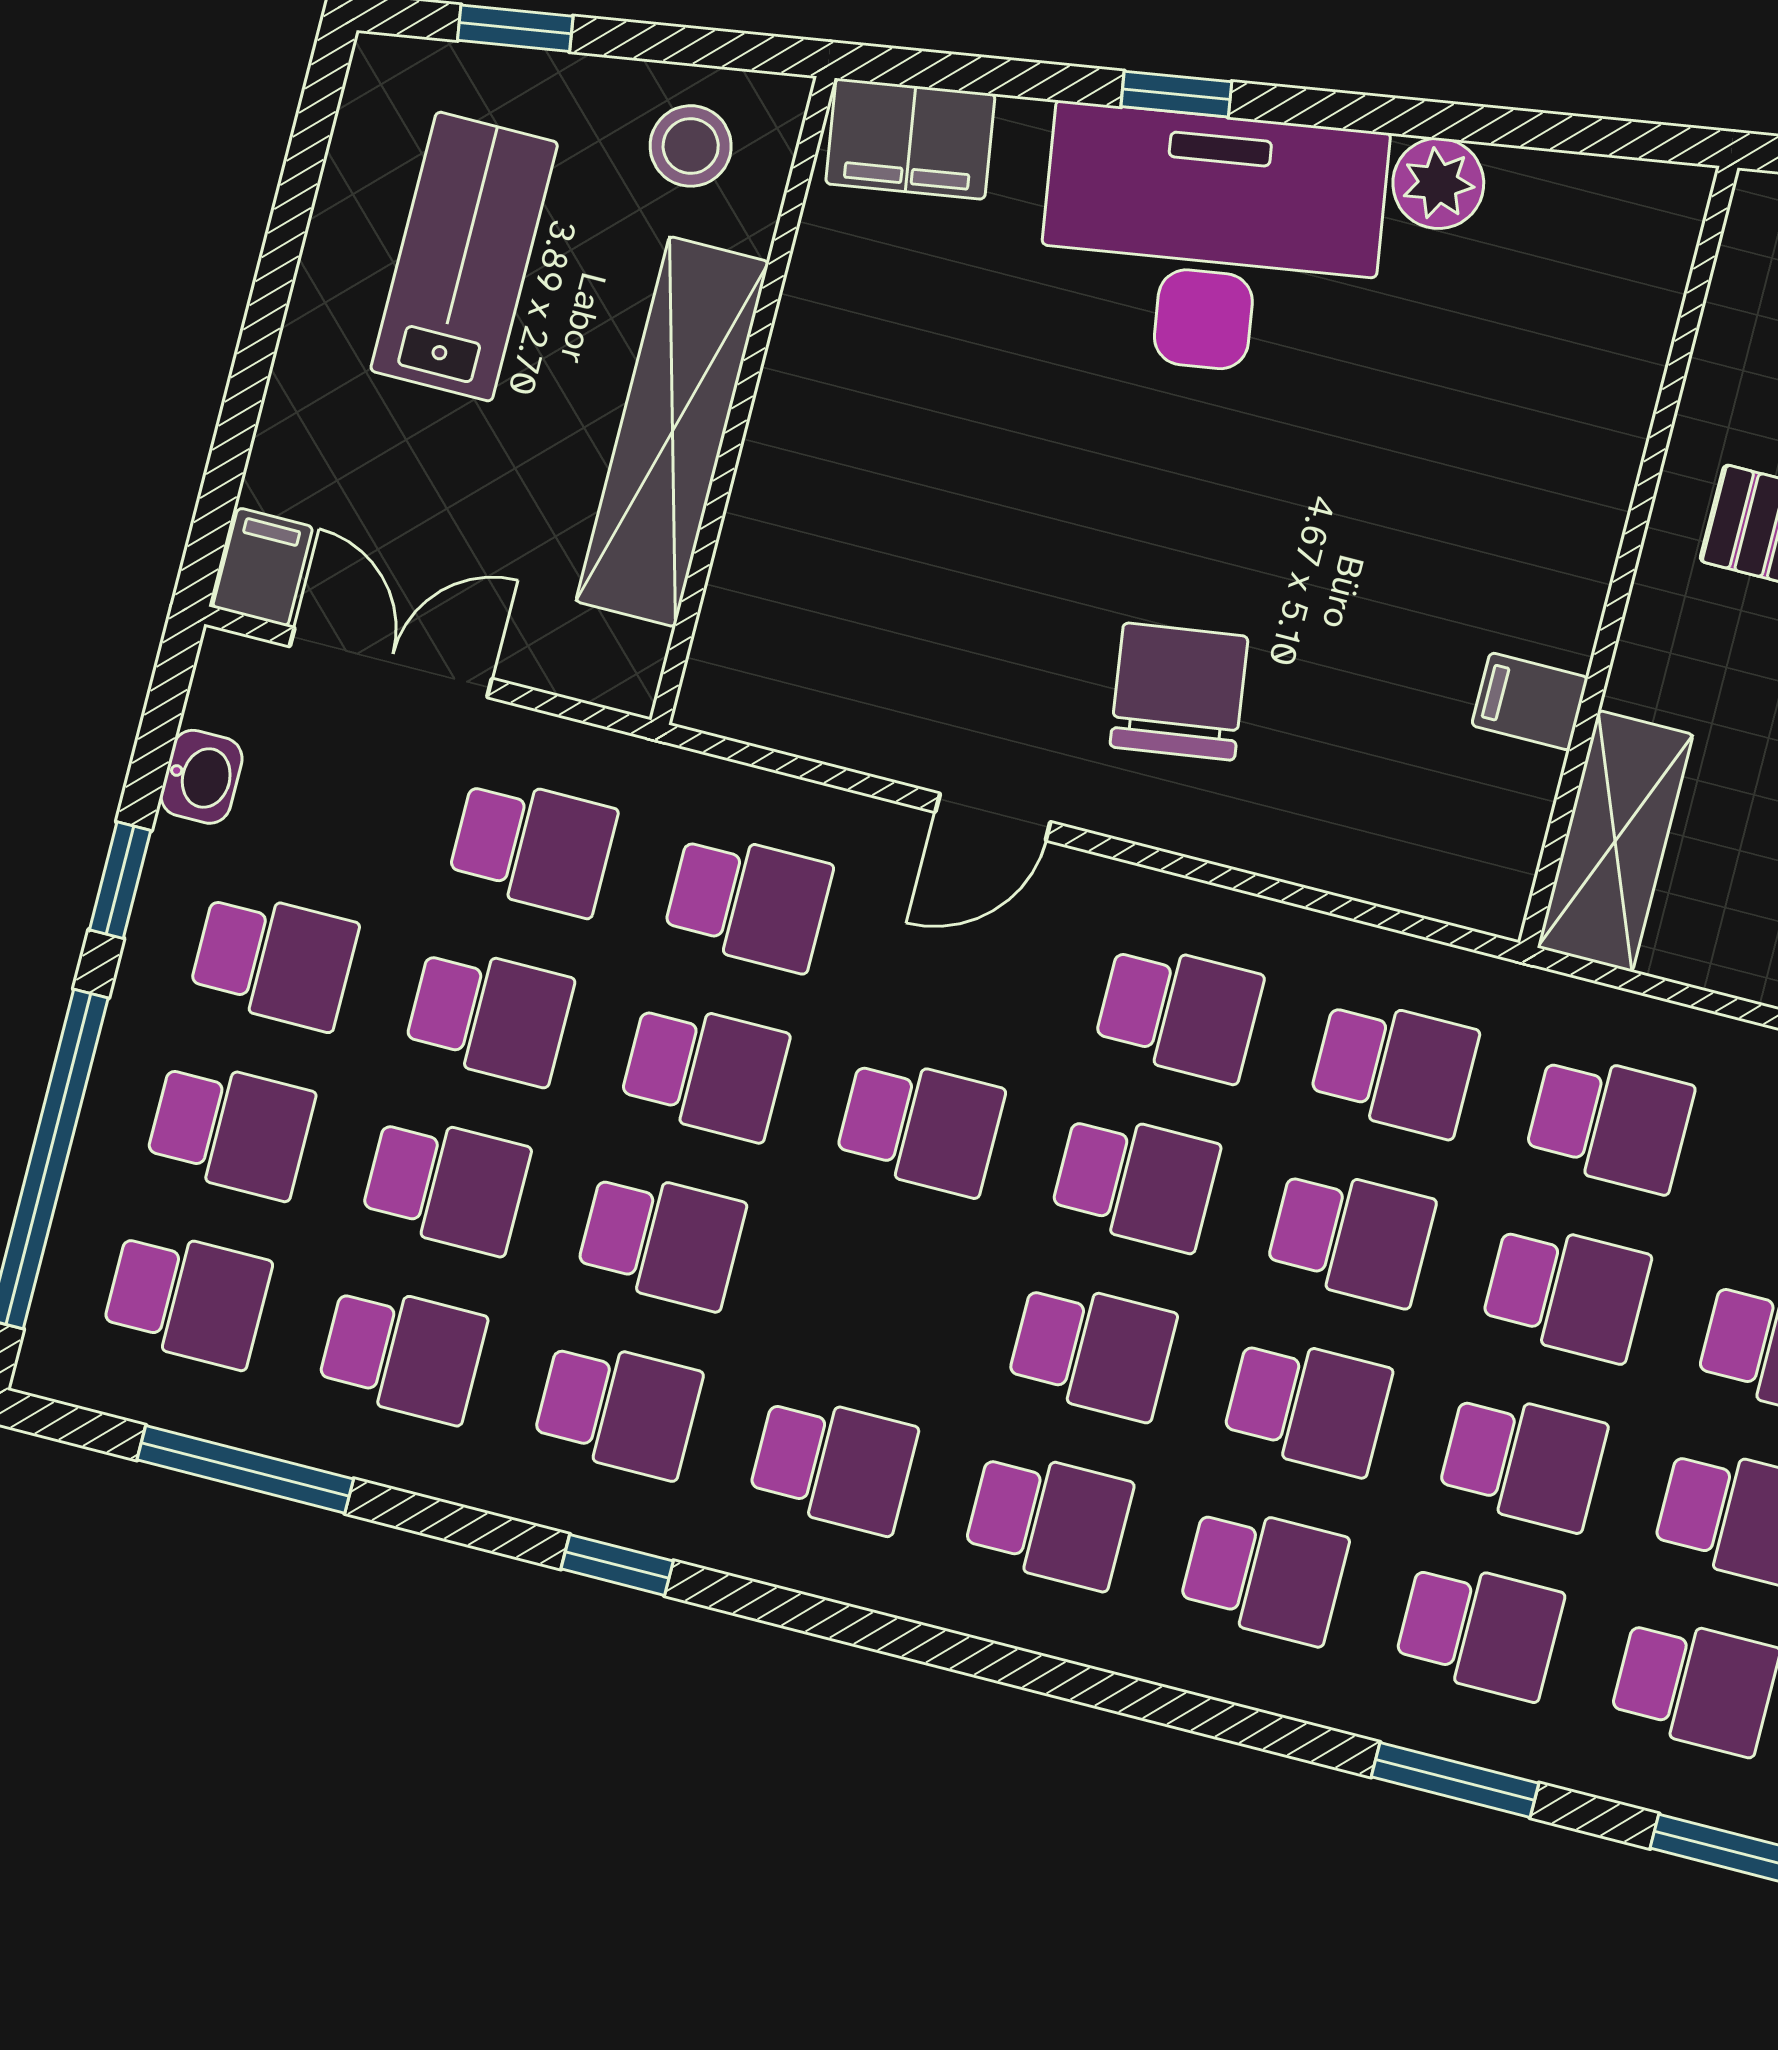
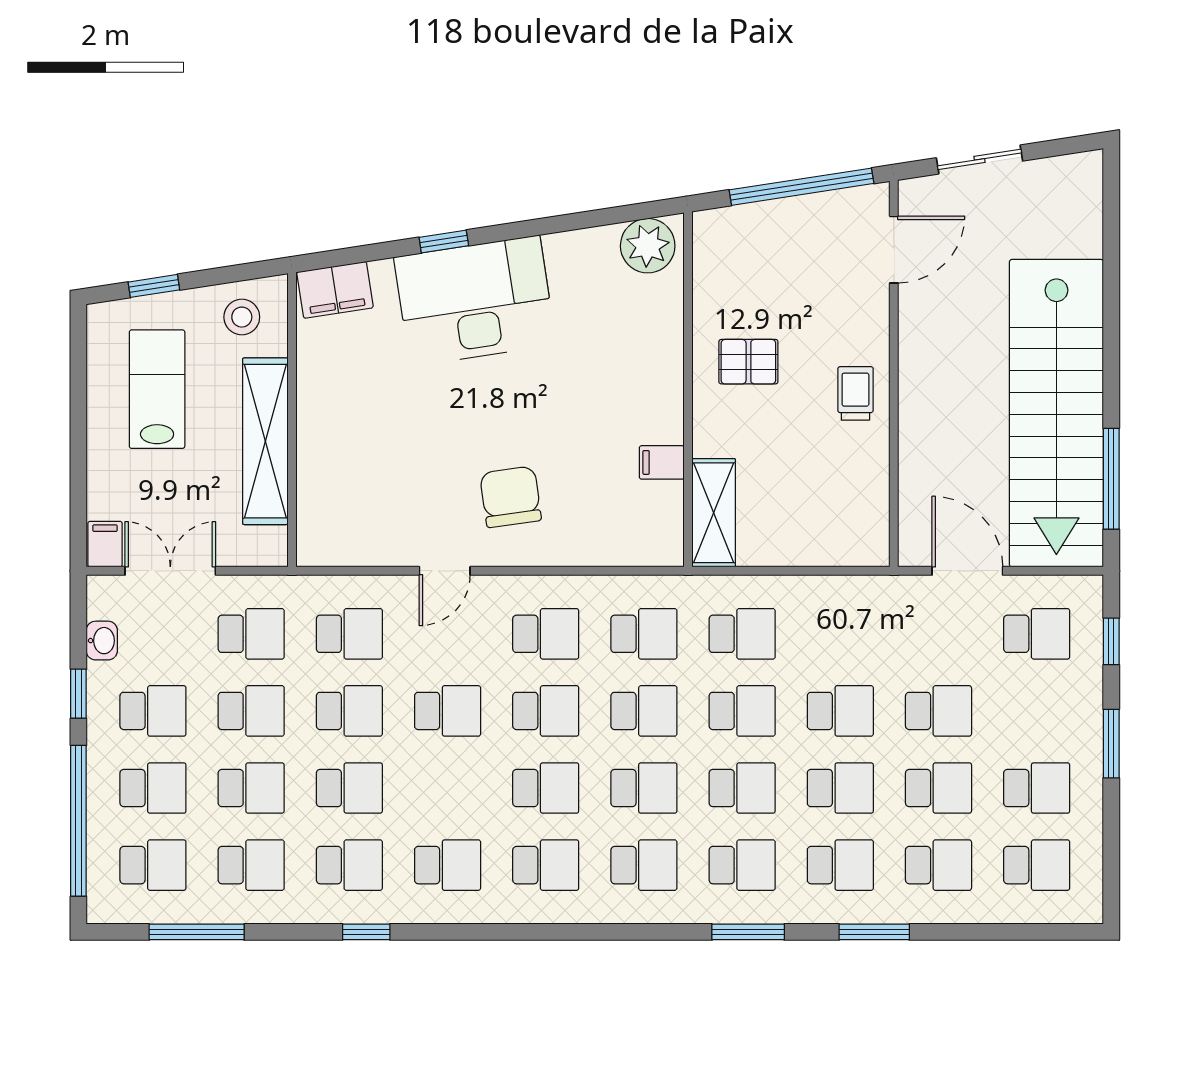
plant: (1438, 183) -> (648, 246), moved, width x1.36, depth x1.36

